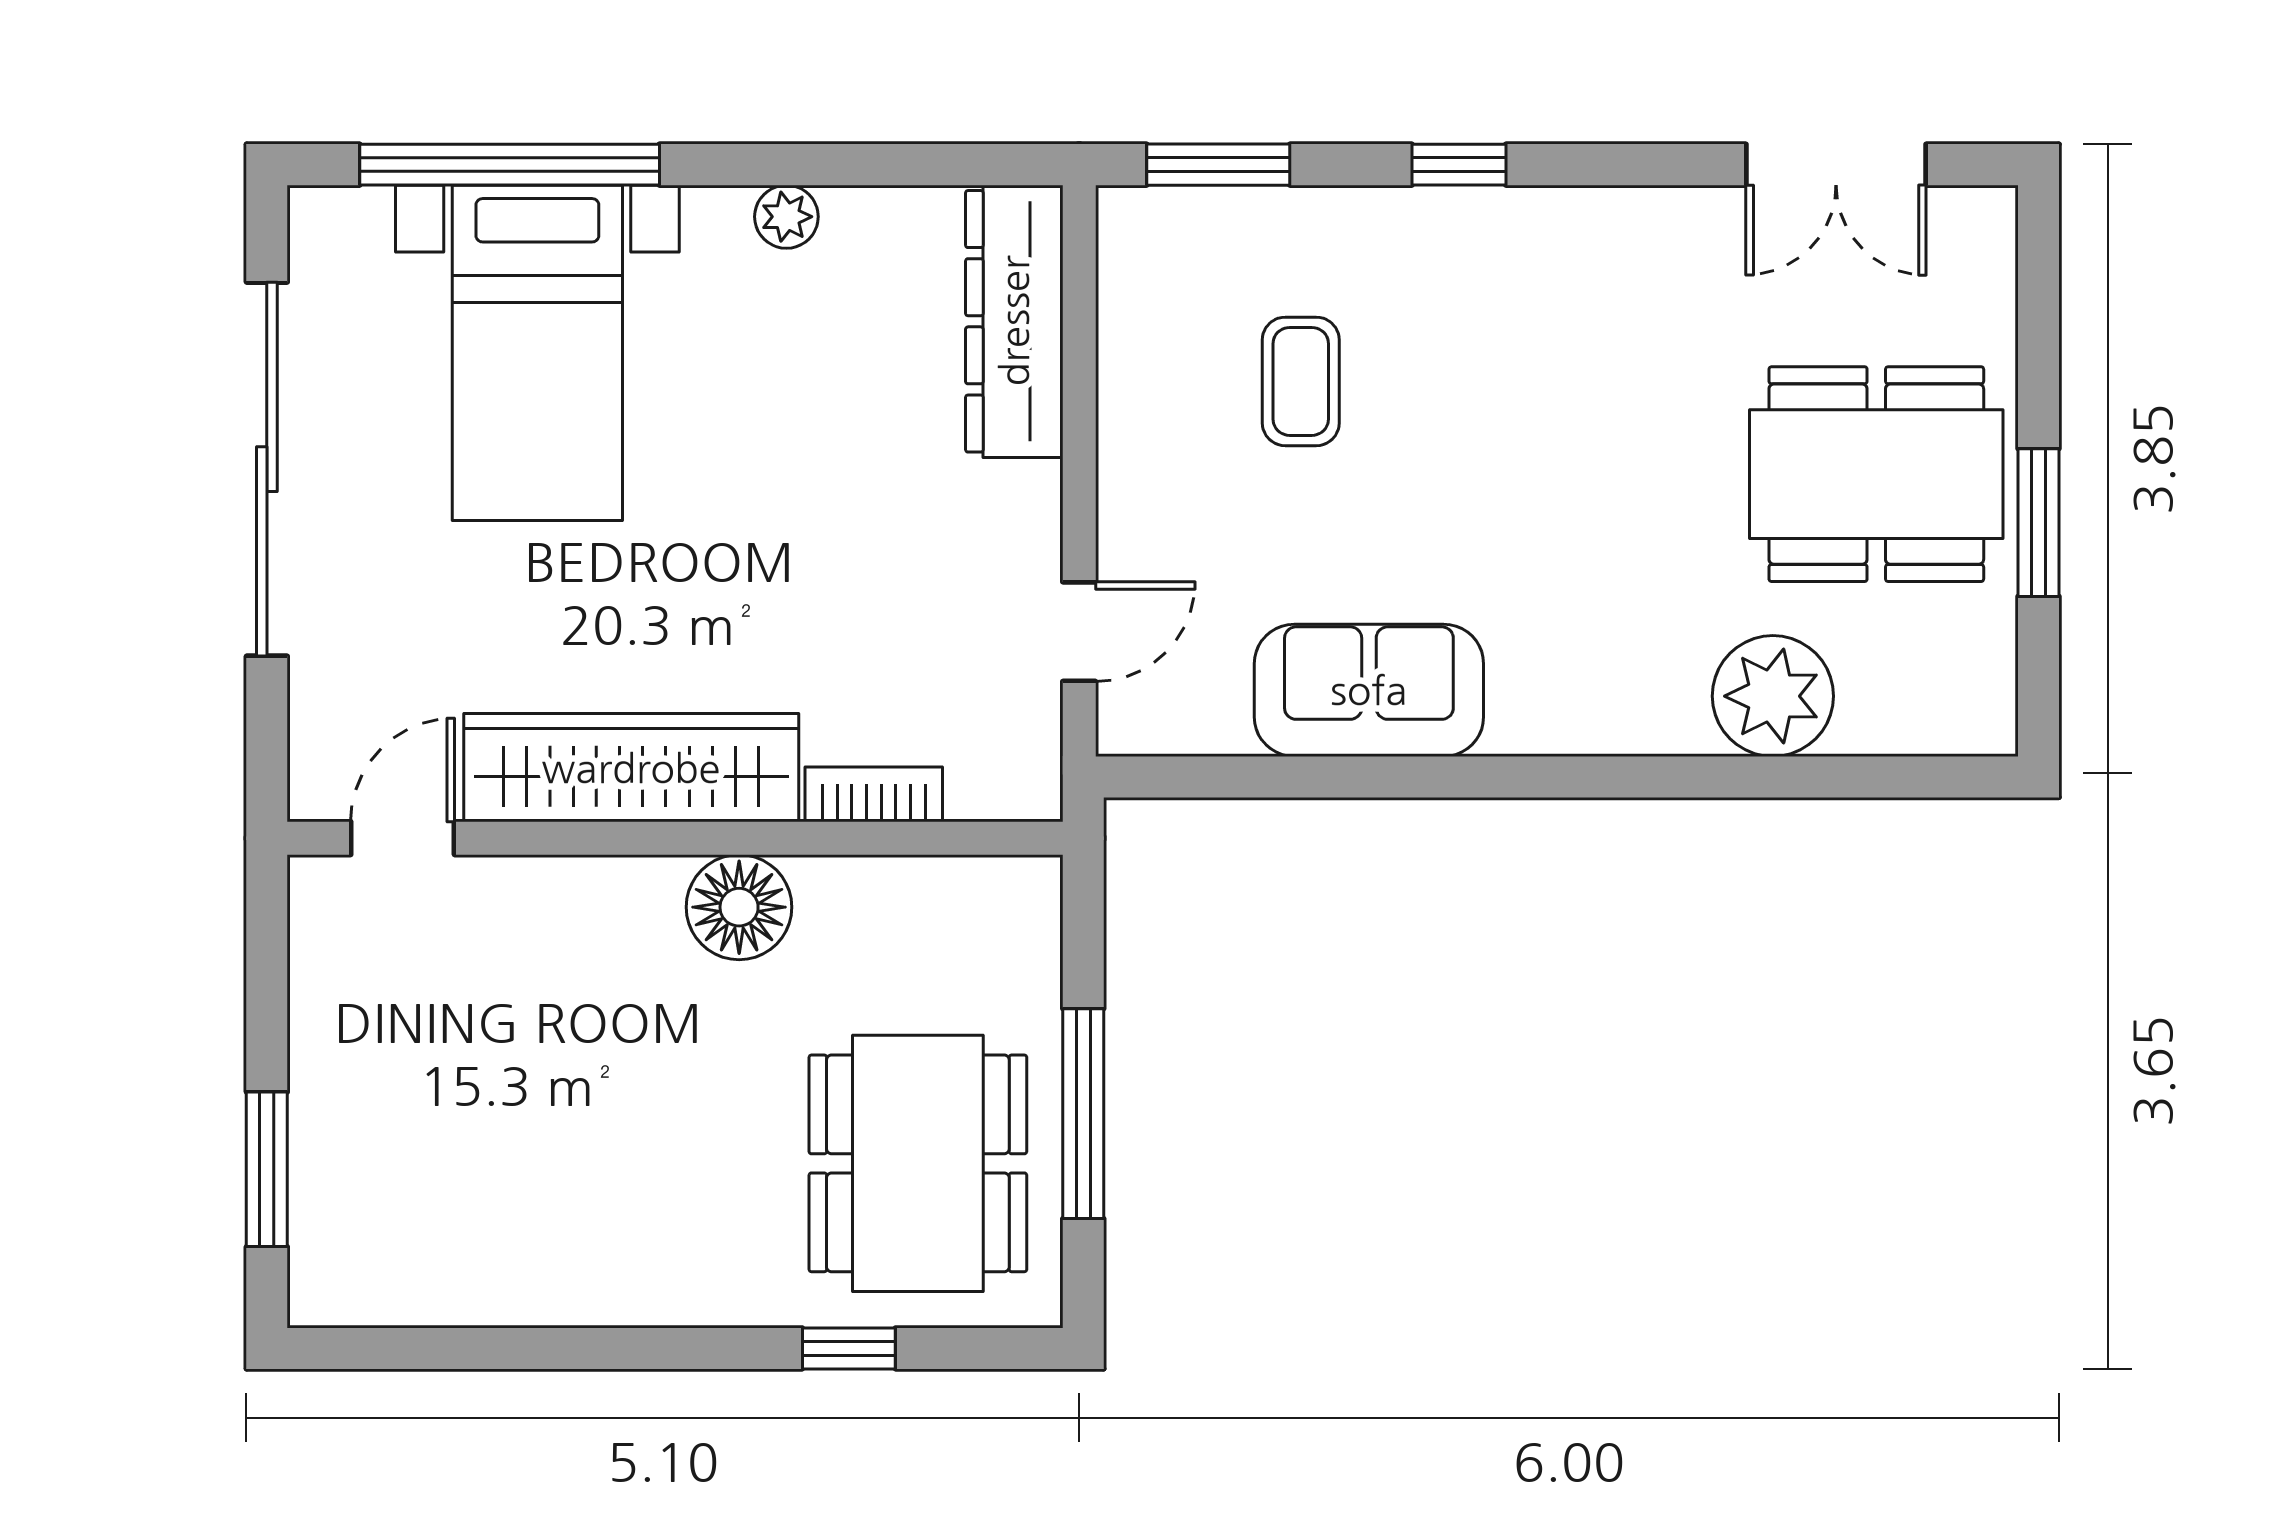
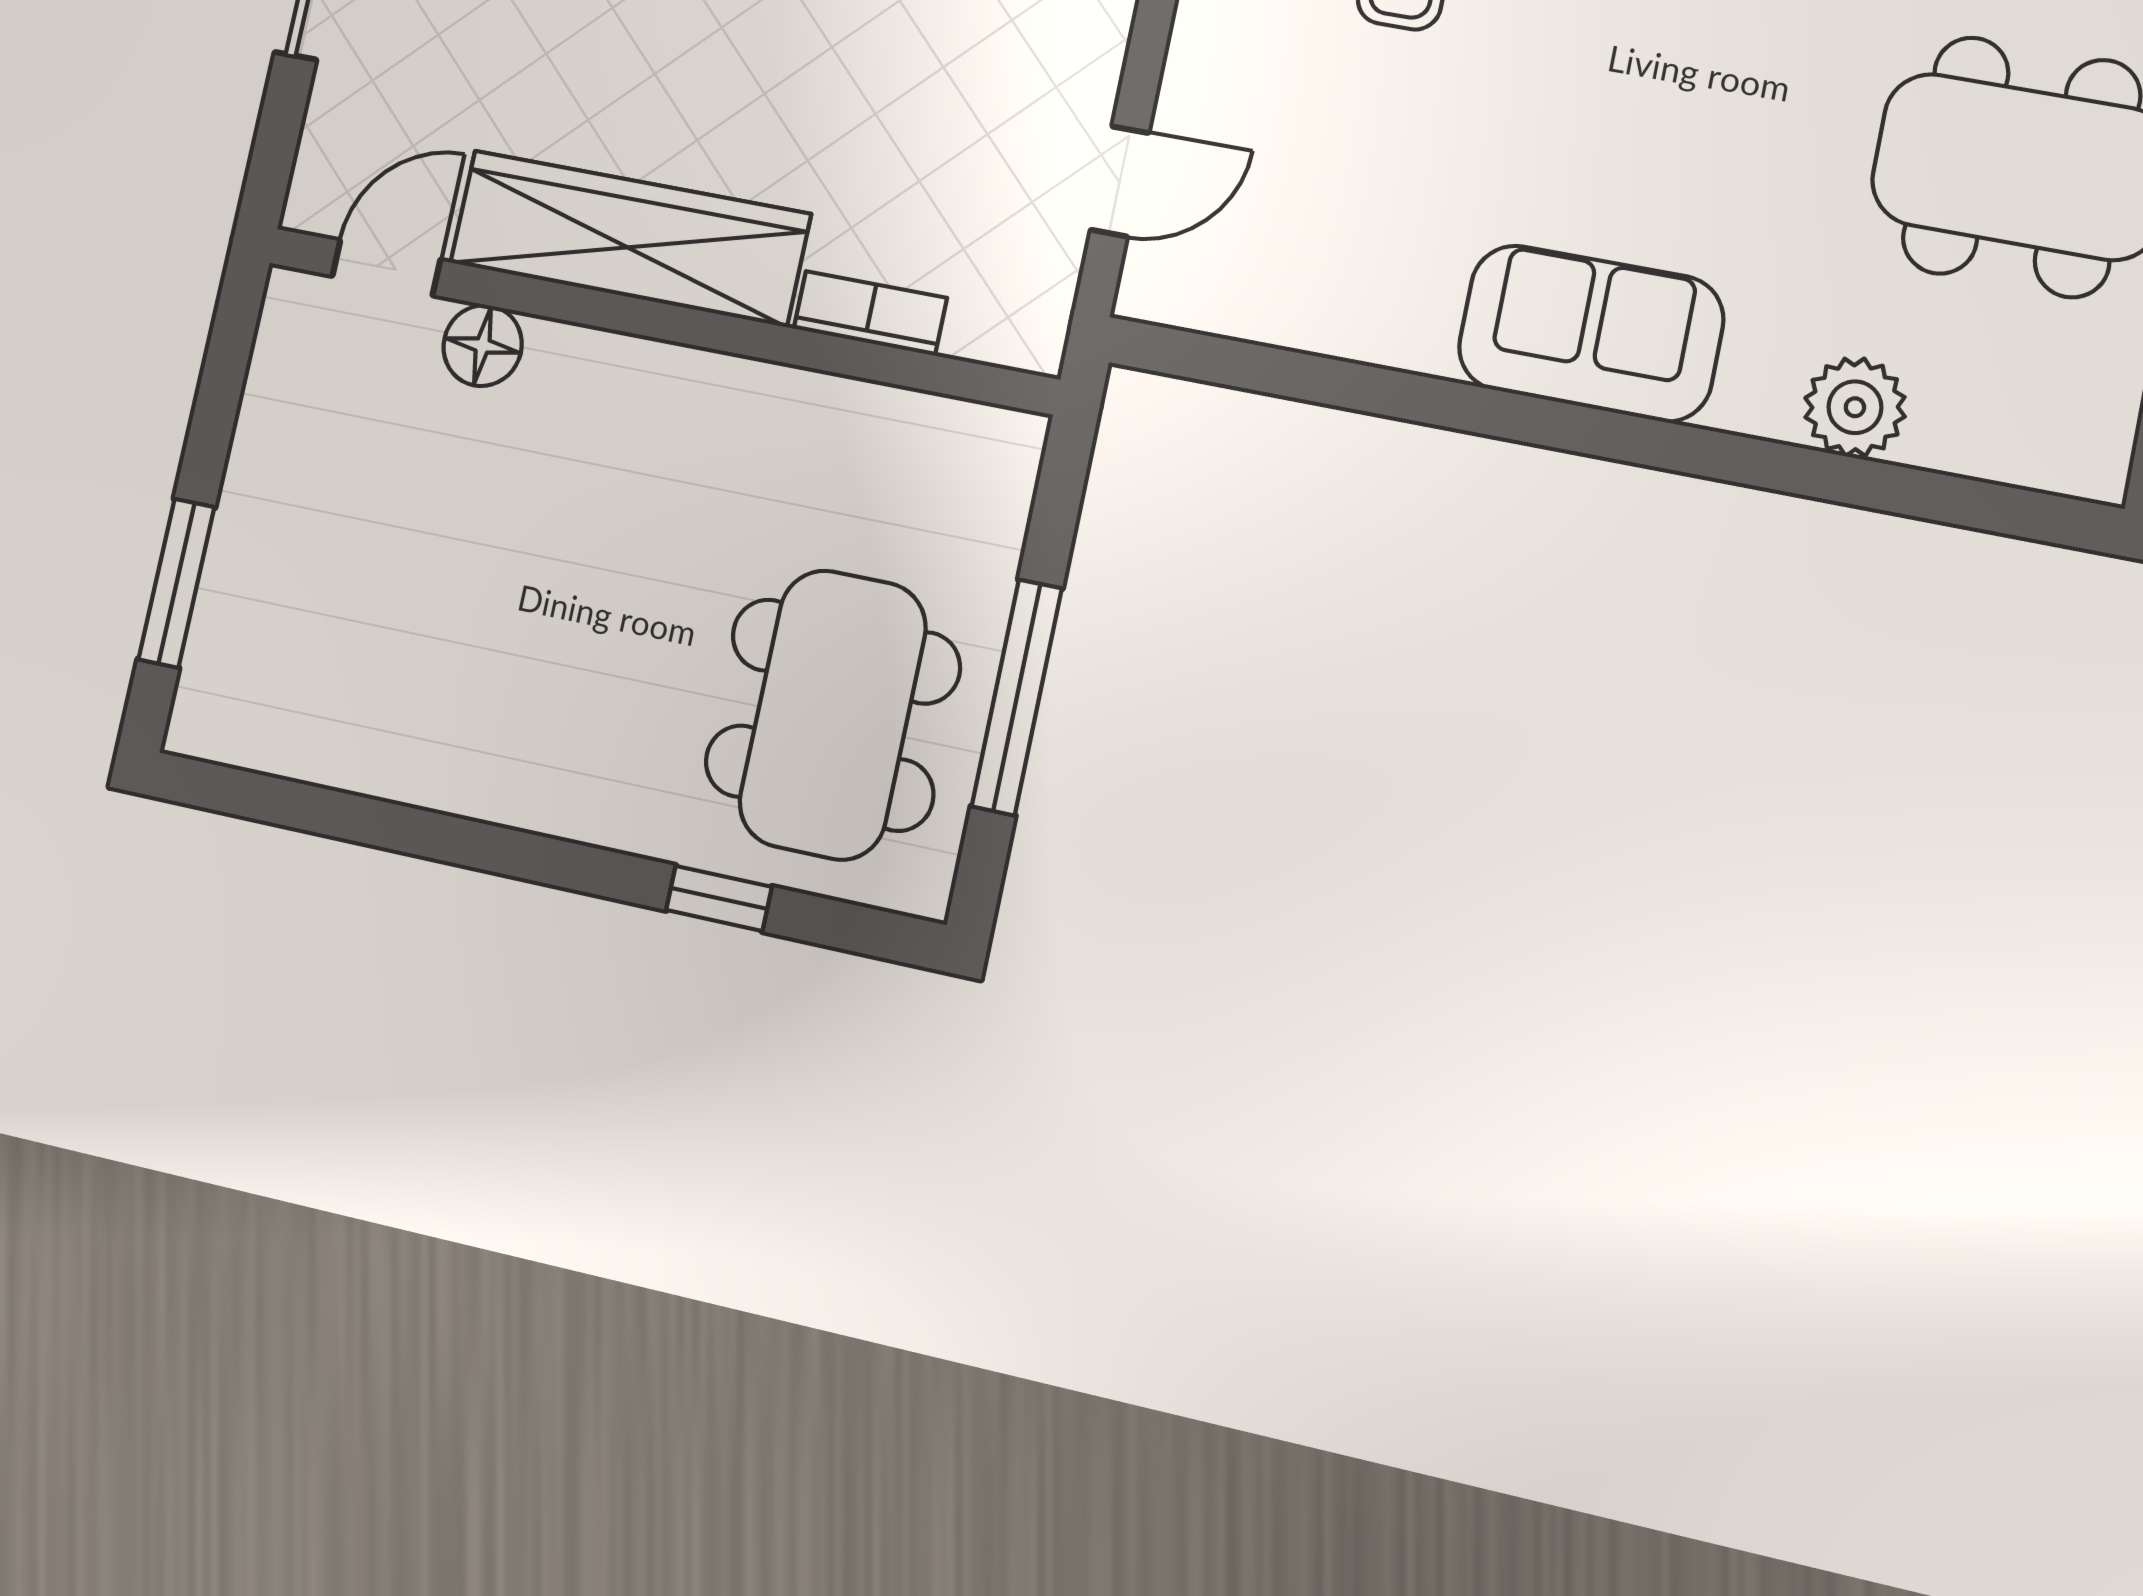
sofa: (1369, 690) -> (1591, 333), moved
plant: (1773, 696) -> (1855, 407), width x0.73, depth x0.73
floor lamp: (739, 907) -> (483, 346), moved, width x0.73, depth x0.73

